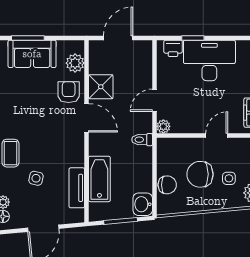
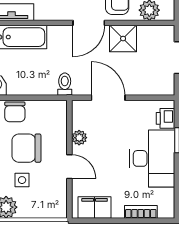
door: (154, 100) -> (108, 98), width x1.38
plant: (163, 126) -> (79, 138), moved
chair: (200, 174) -> (26, 148), turned -90

